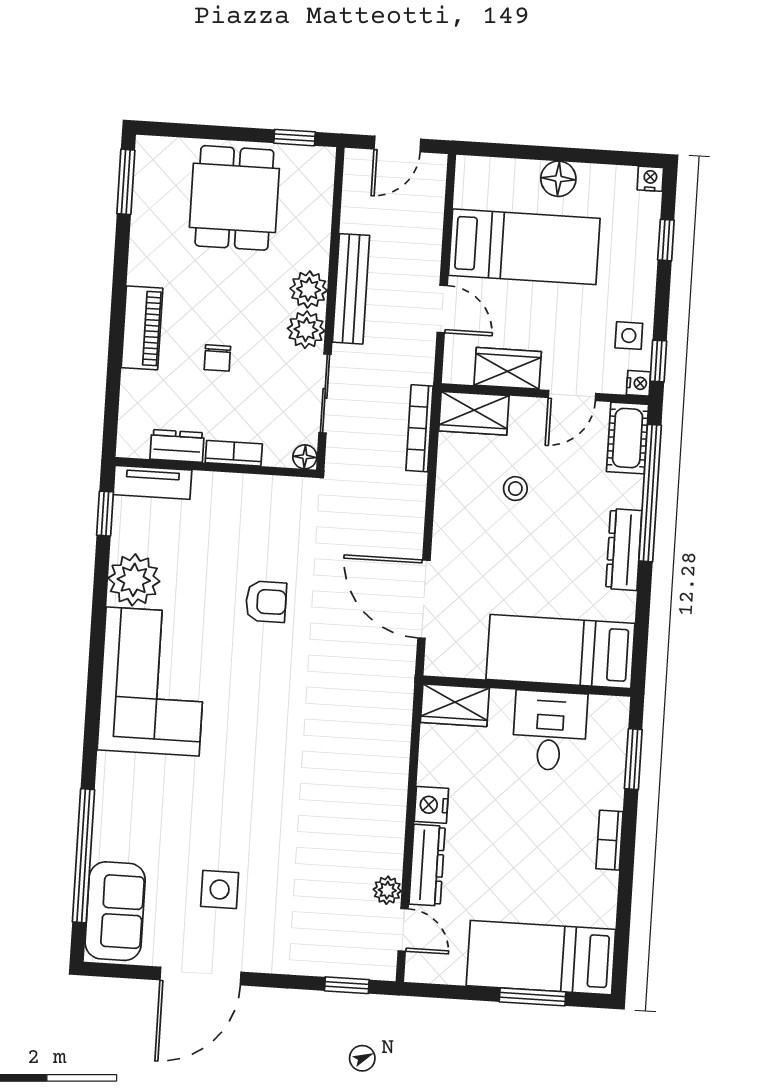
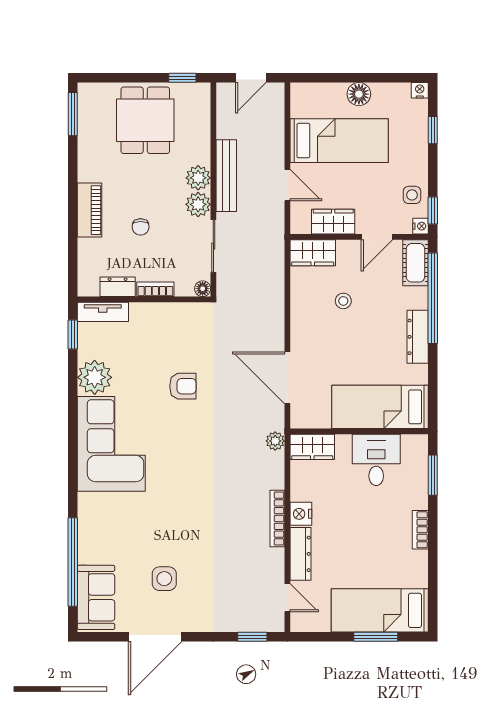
bookcase: (419, 428) -> (277, 518), moved
plant: (387, 890) -> (275, 441), moved

